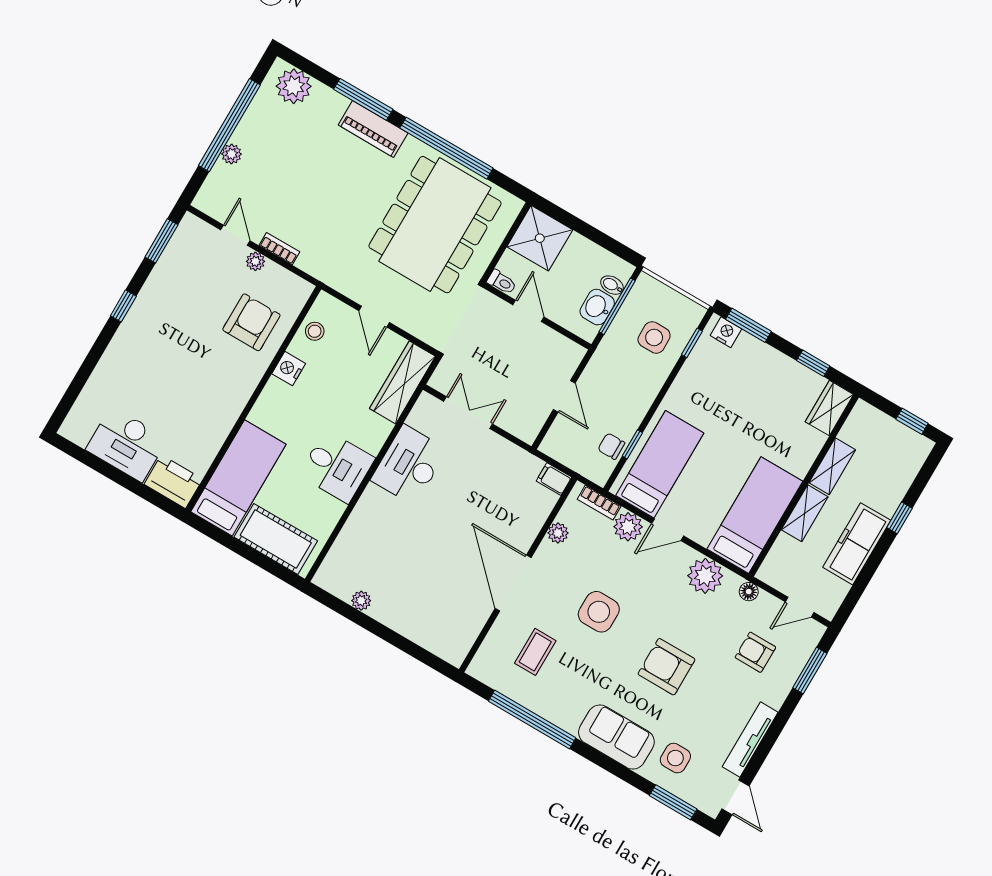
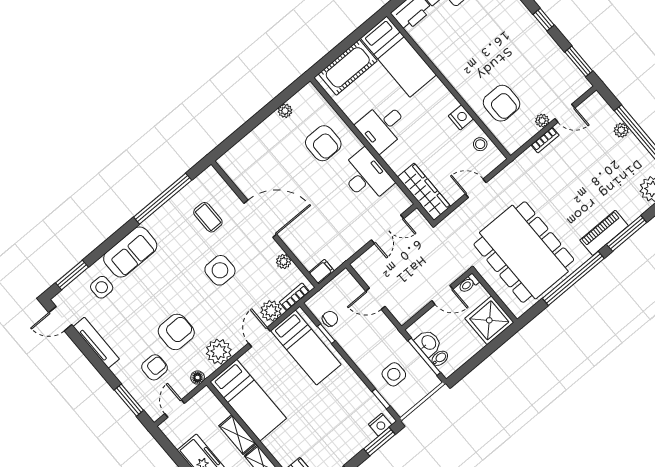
armchair: (386, 536) -> (323, 143), added
armchair: (666, 667) -> (176, 332), moved

